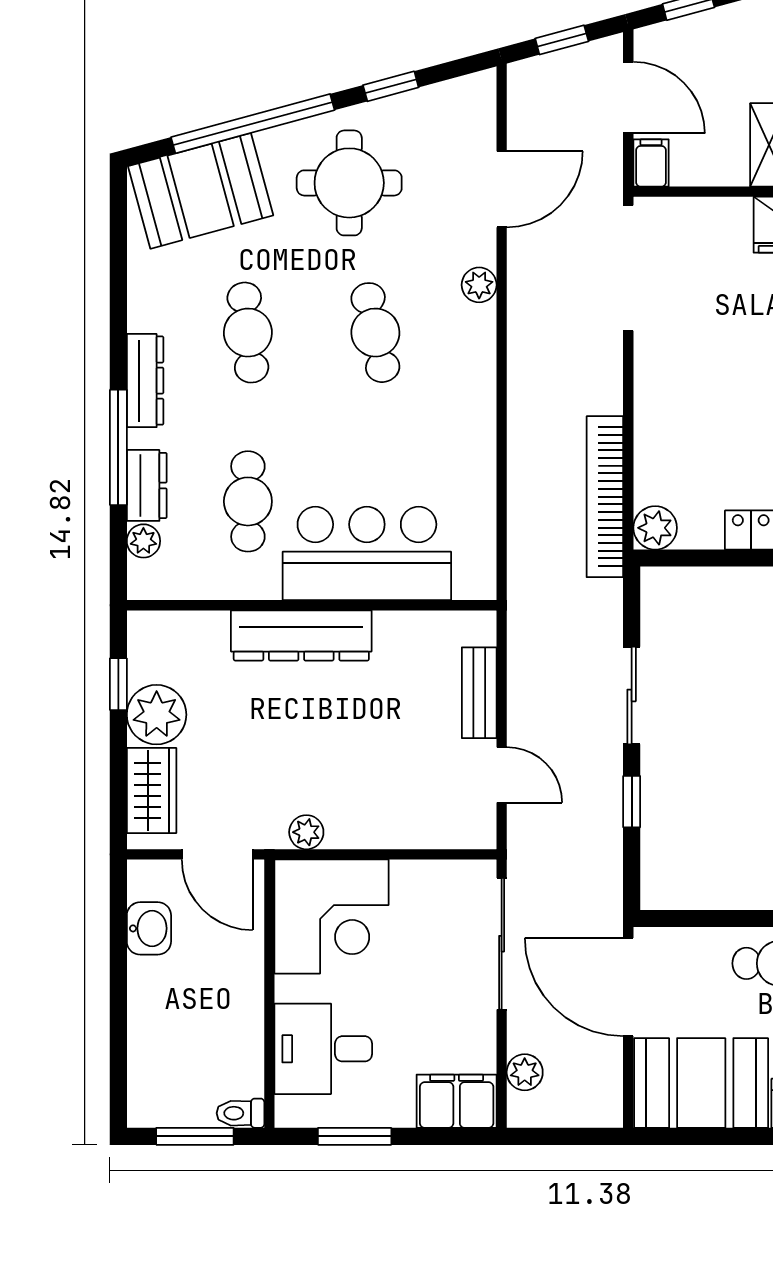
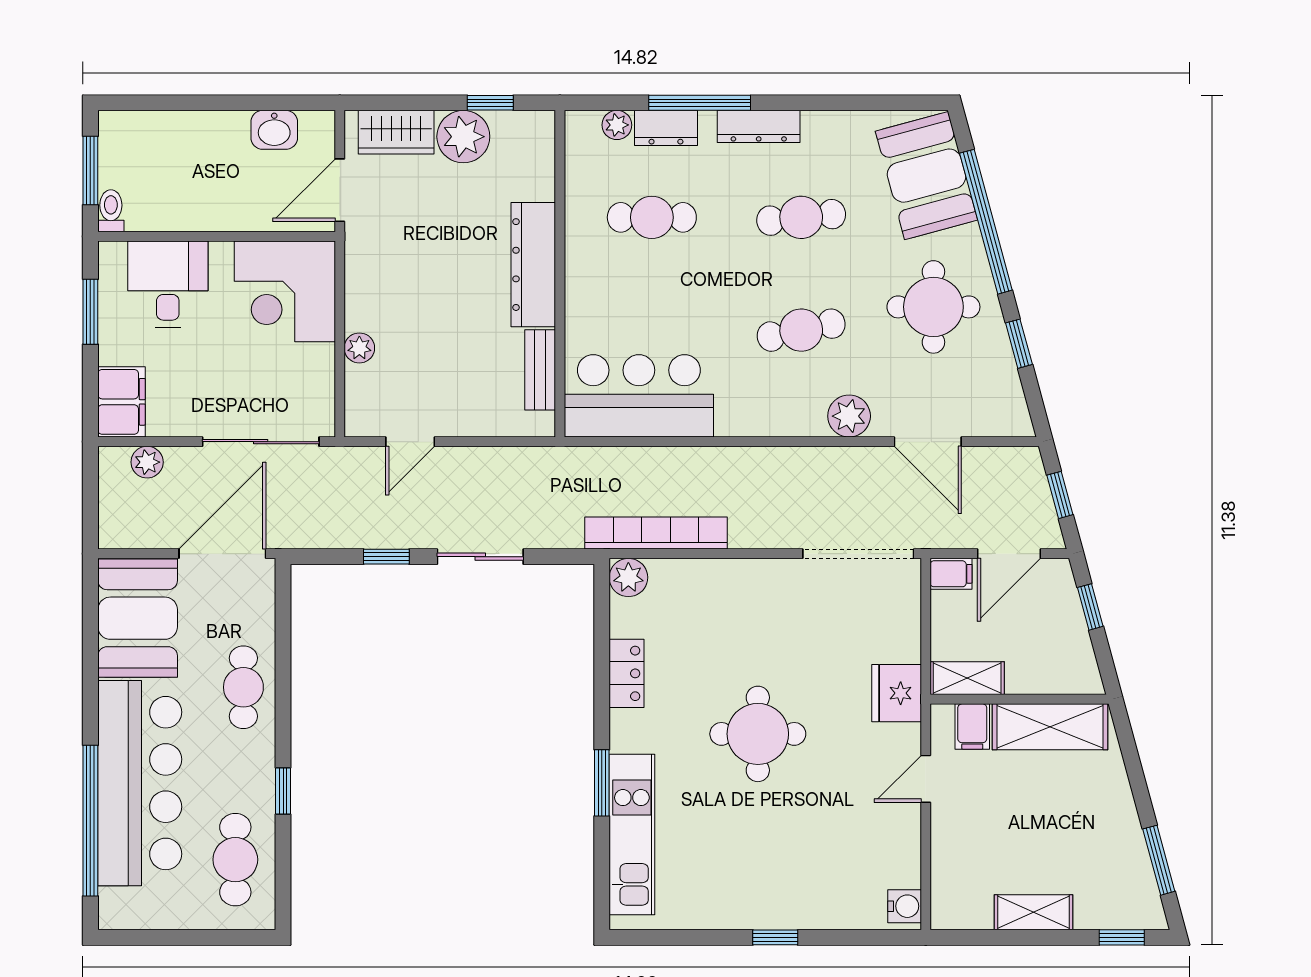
plant: (479, 285) -> (849, 416), width x1.38, depth x1.38
bar counter: (367, 553) -> (639, 396), moved, turned -90
bench: (479, 693) -> (540, 370), moved, turned 90
plant: (306, 832) -> (359, 348), moved

